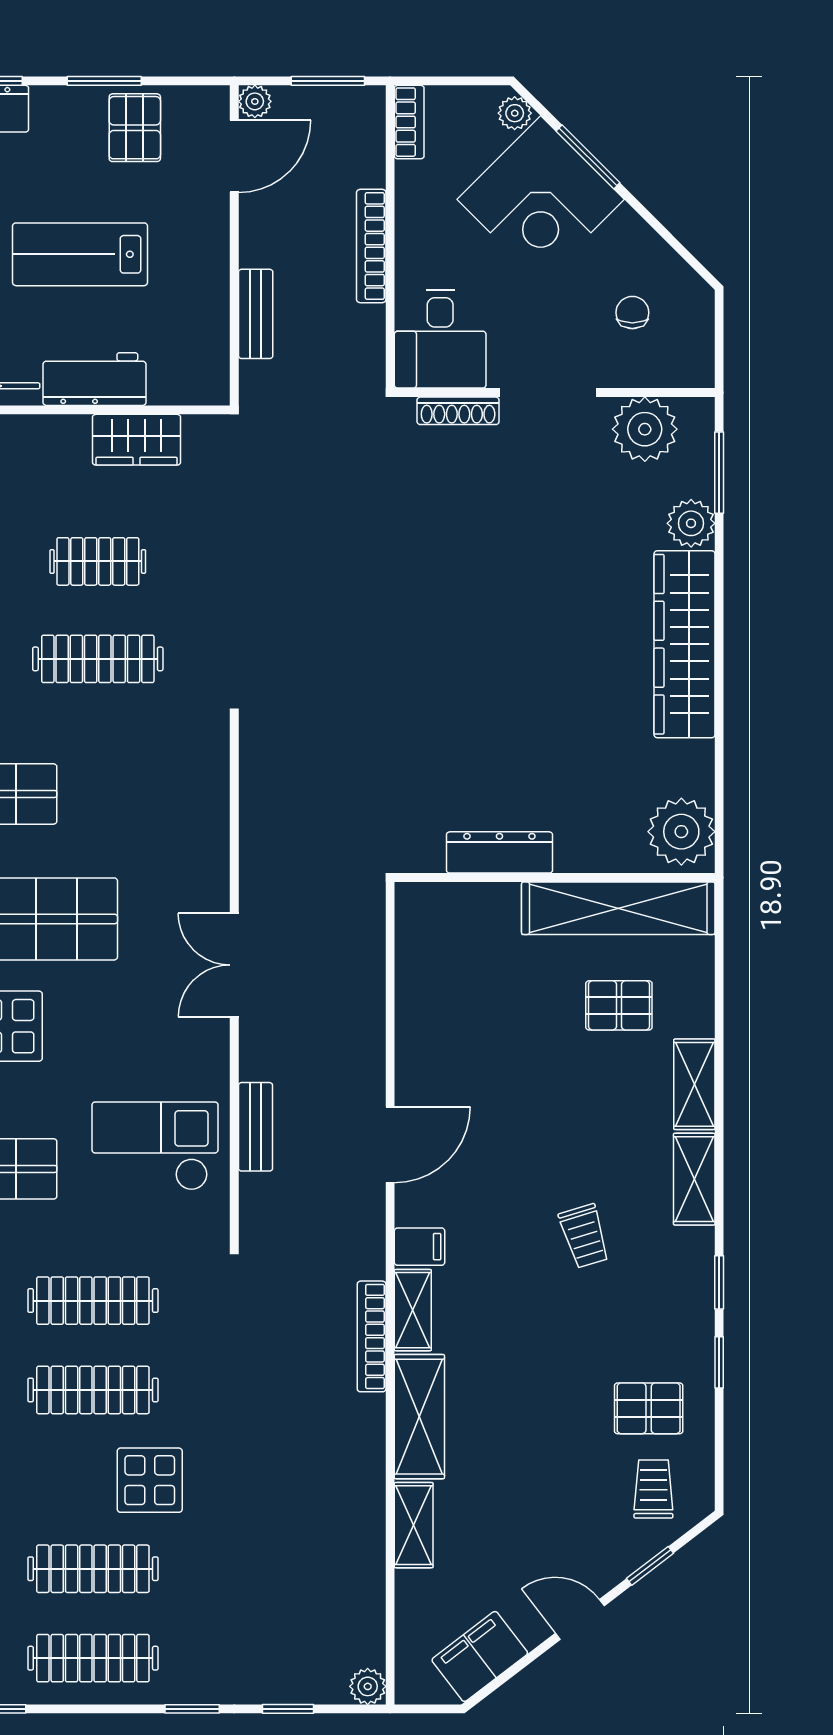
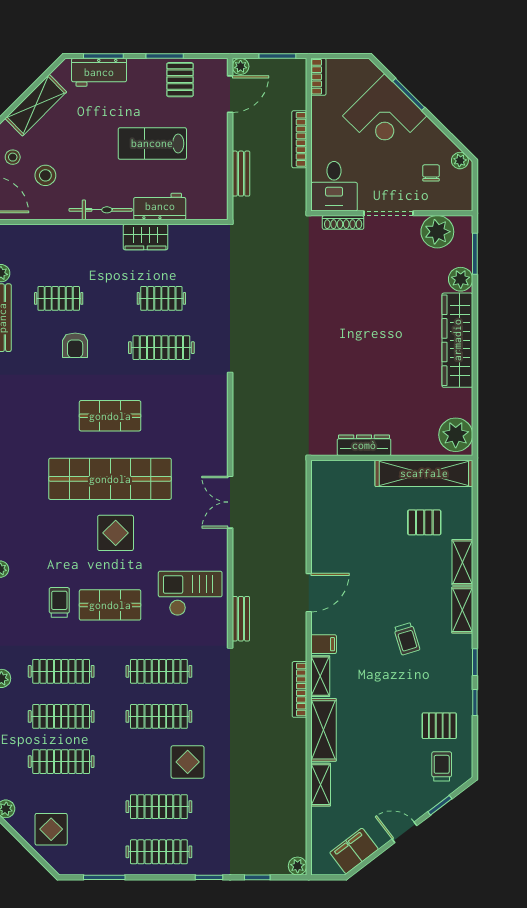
plant: (515, 113) -> (460, 161), moved
wardrobe: (136, 440) -> (146, 237), moved
bench: (256, 1127) -> (241, 619), moved

